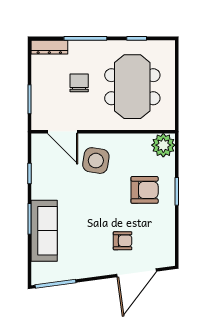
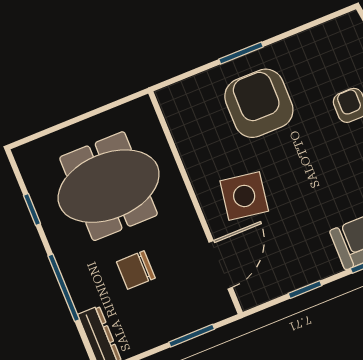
plant: (163, 145) -> (179, 102), removed
armchair: (145, 190) -> (259, 103), width x1.36, depth x1.36

